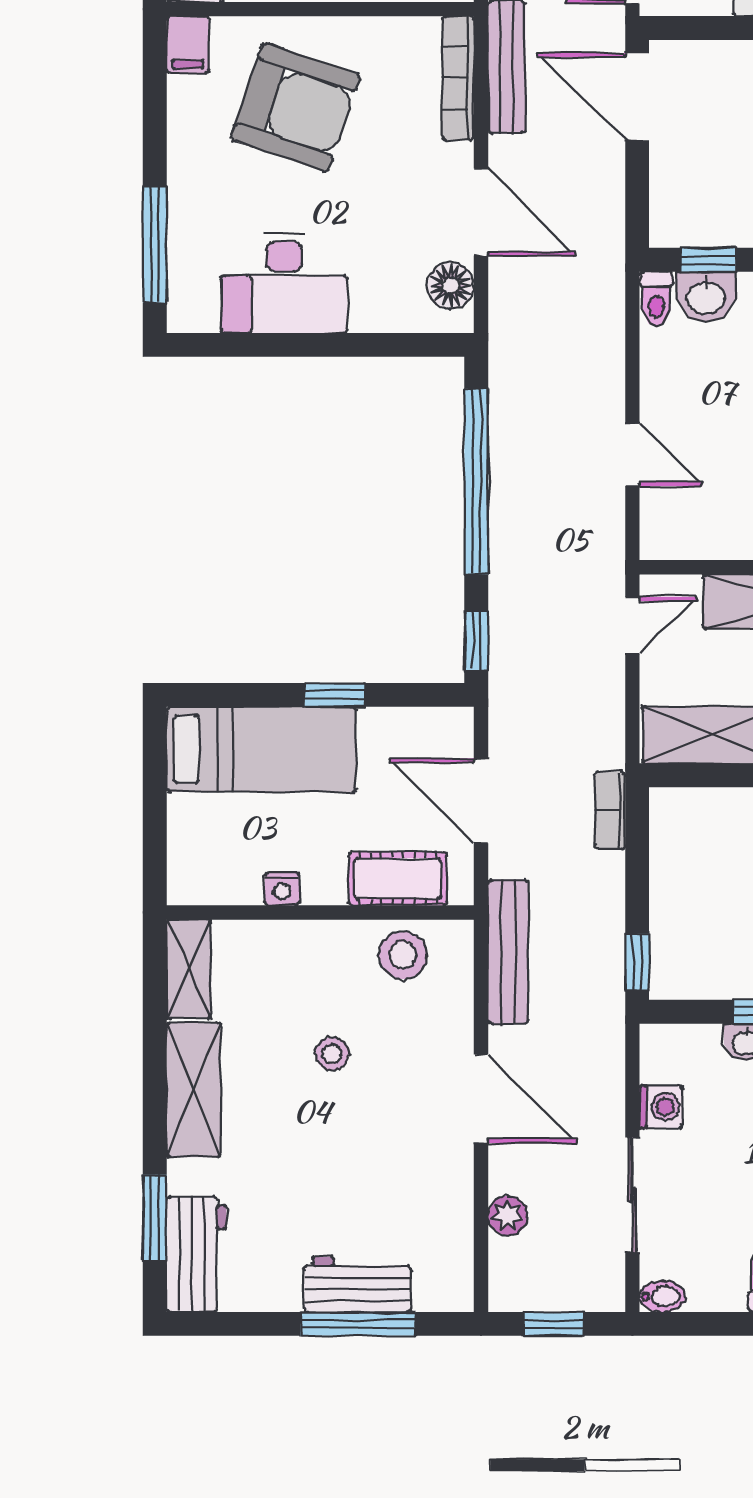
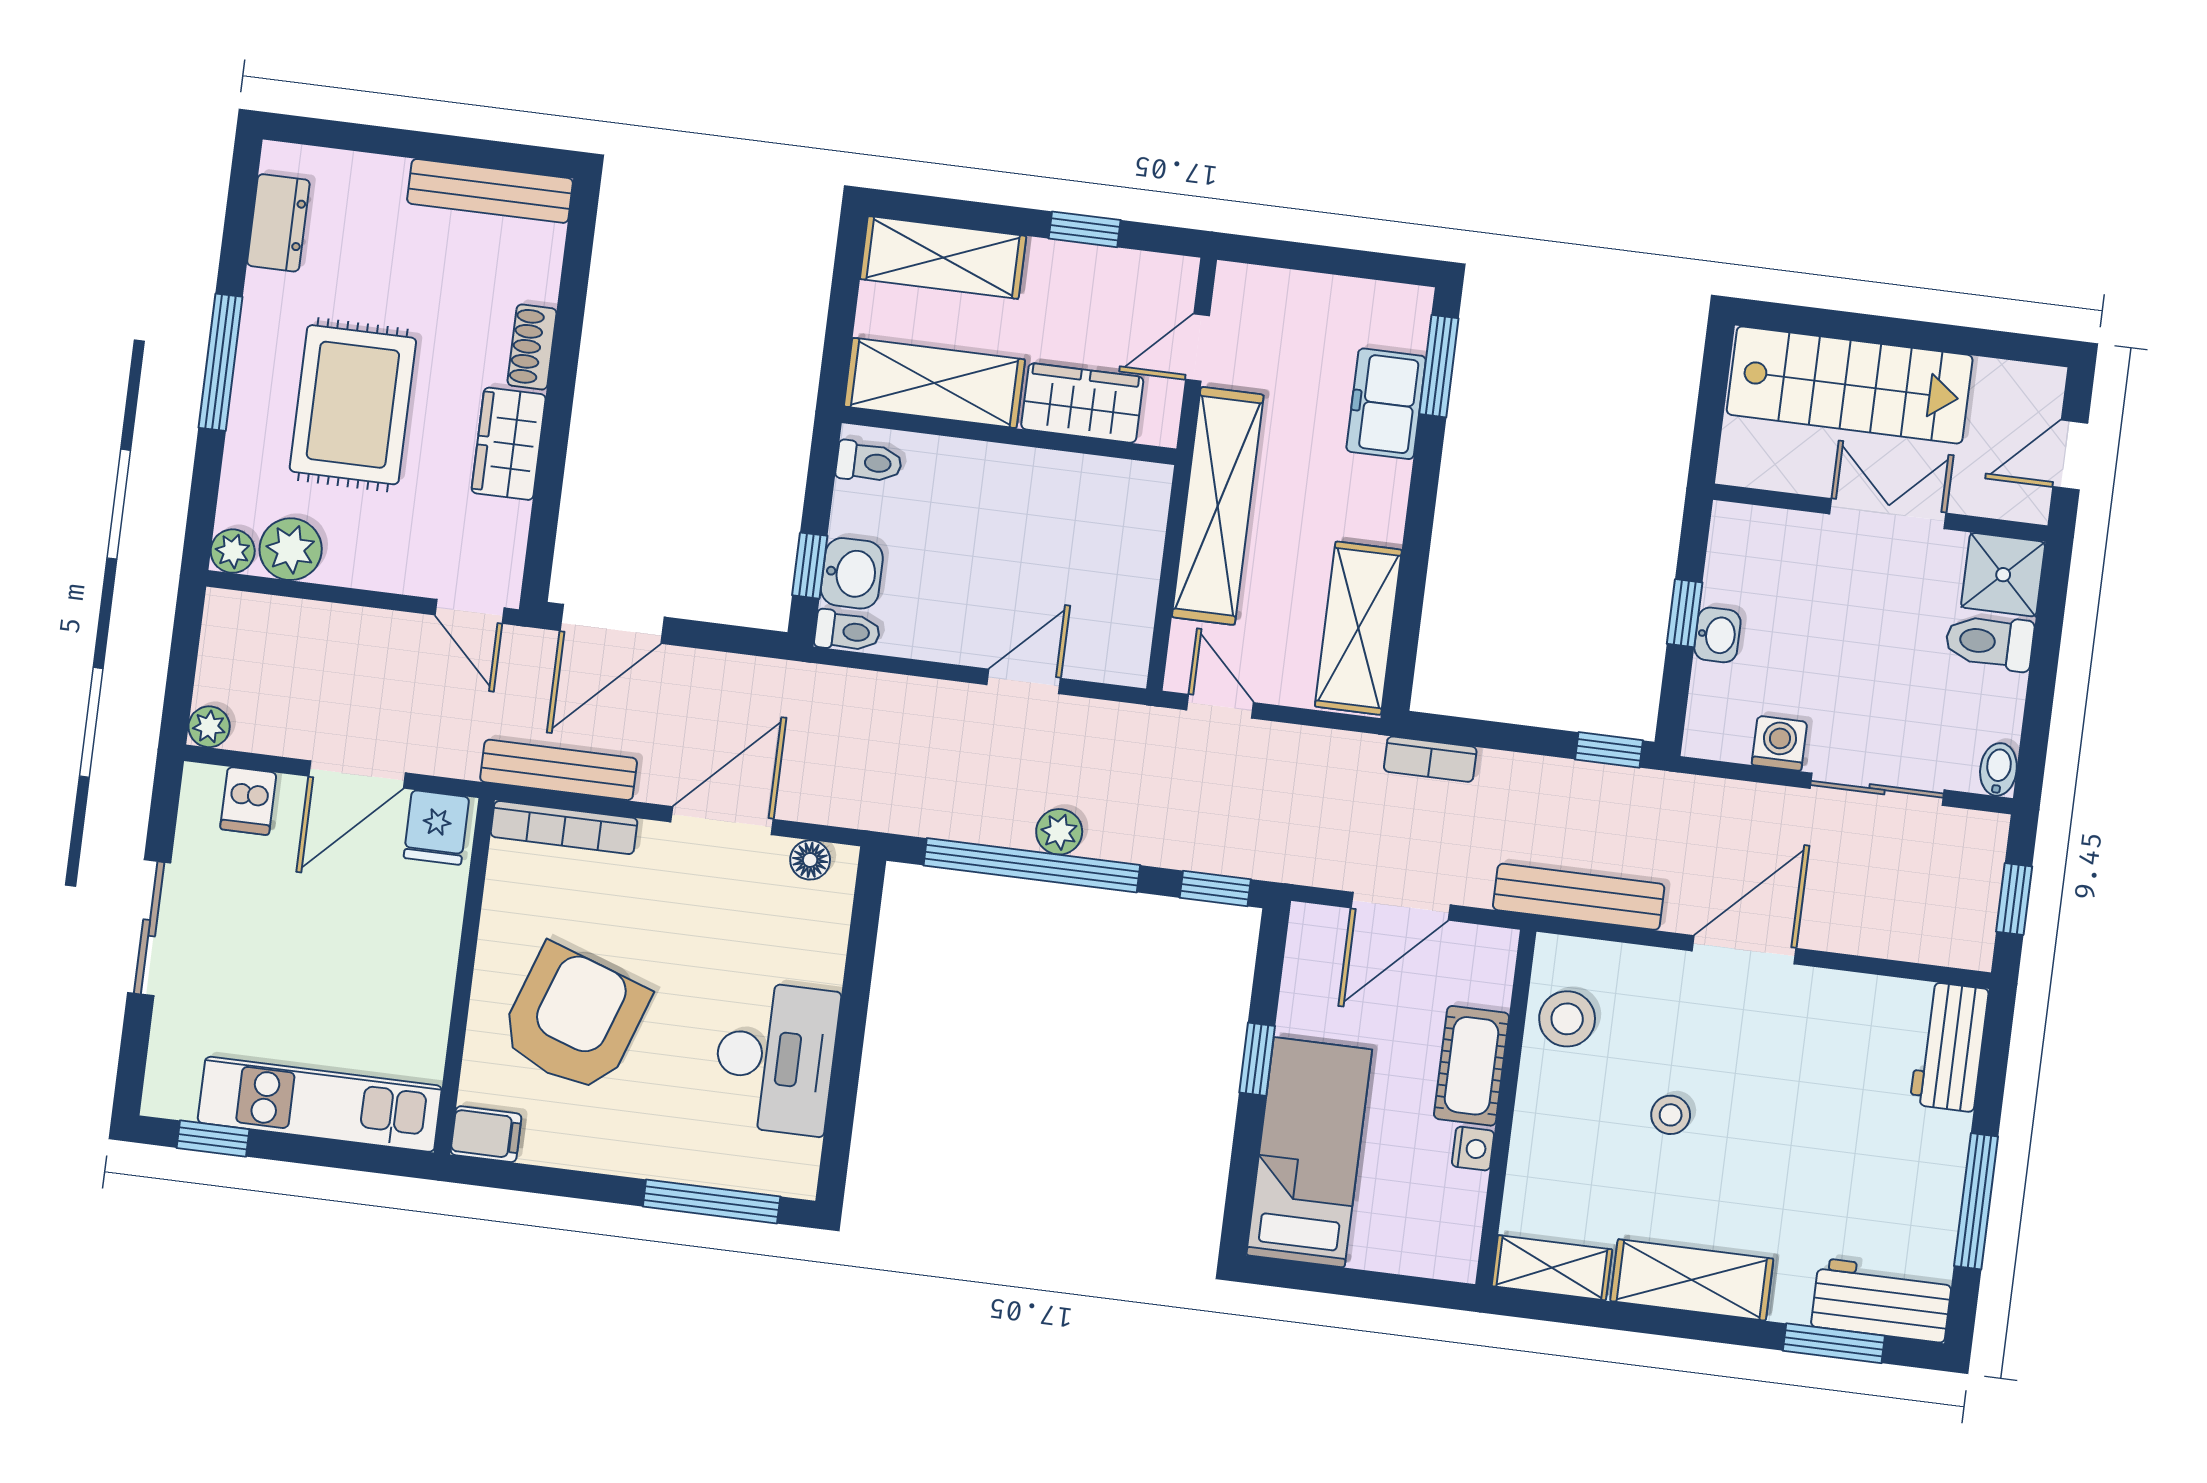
floor lamp: (451, 285) -> (810, 860), width x0.73, depth x0.73
cot: (398, 879) -> (1472, 1066), moved
plant: (508, 1216) -> (1059, 832), moved
workbench: (358, 1284) -> (1949, 1047), moved
window: (358, 1324) -> (1976, 1201), moved

